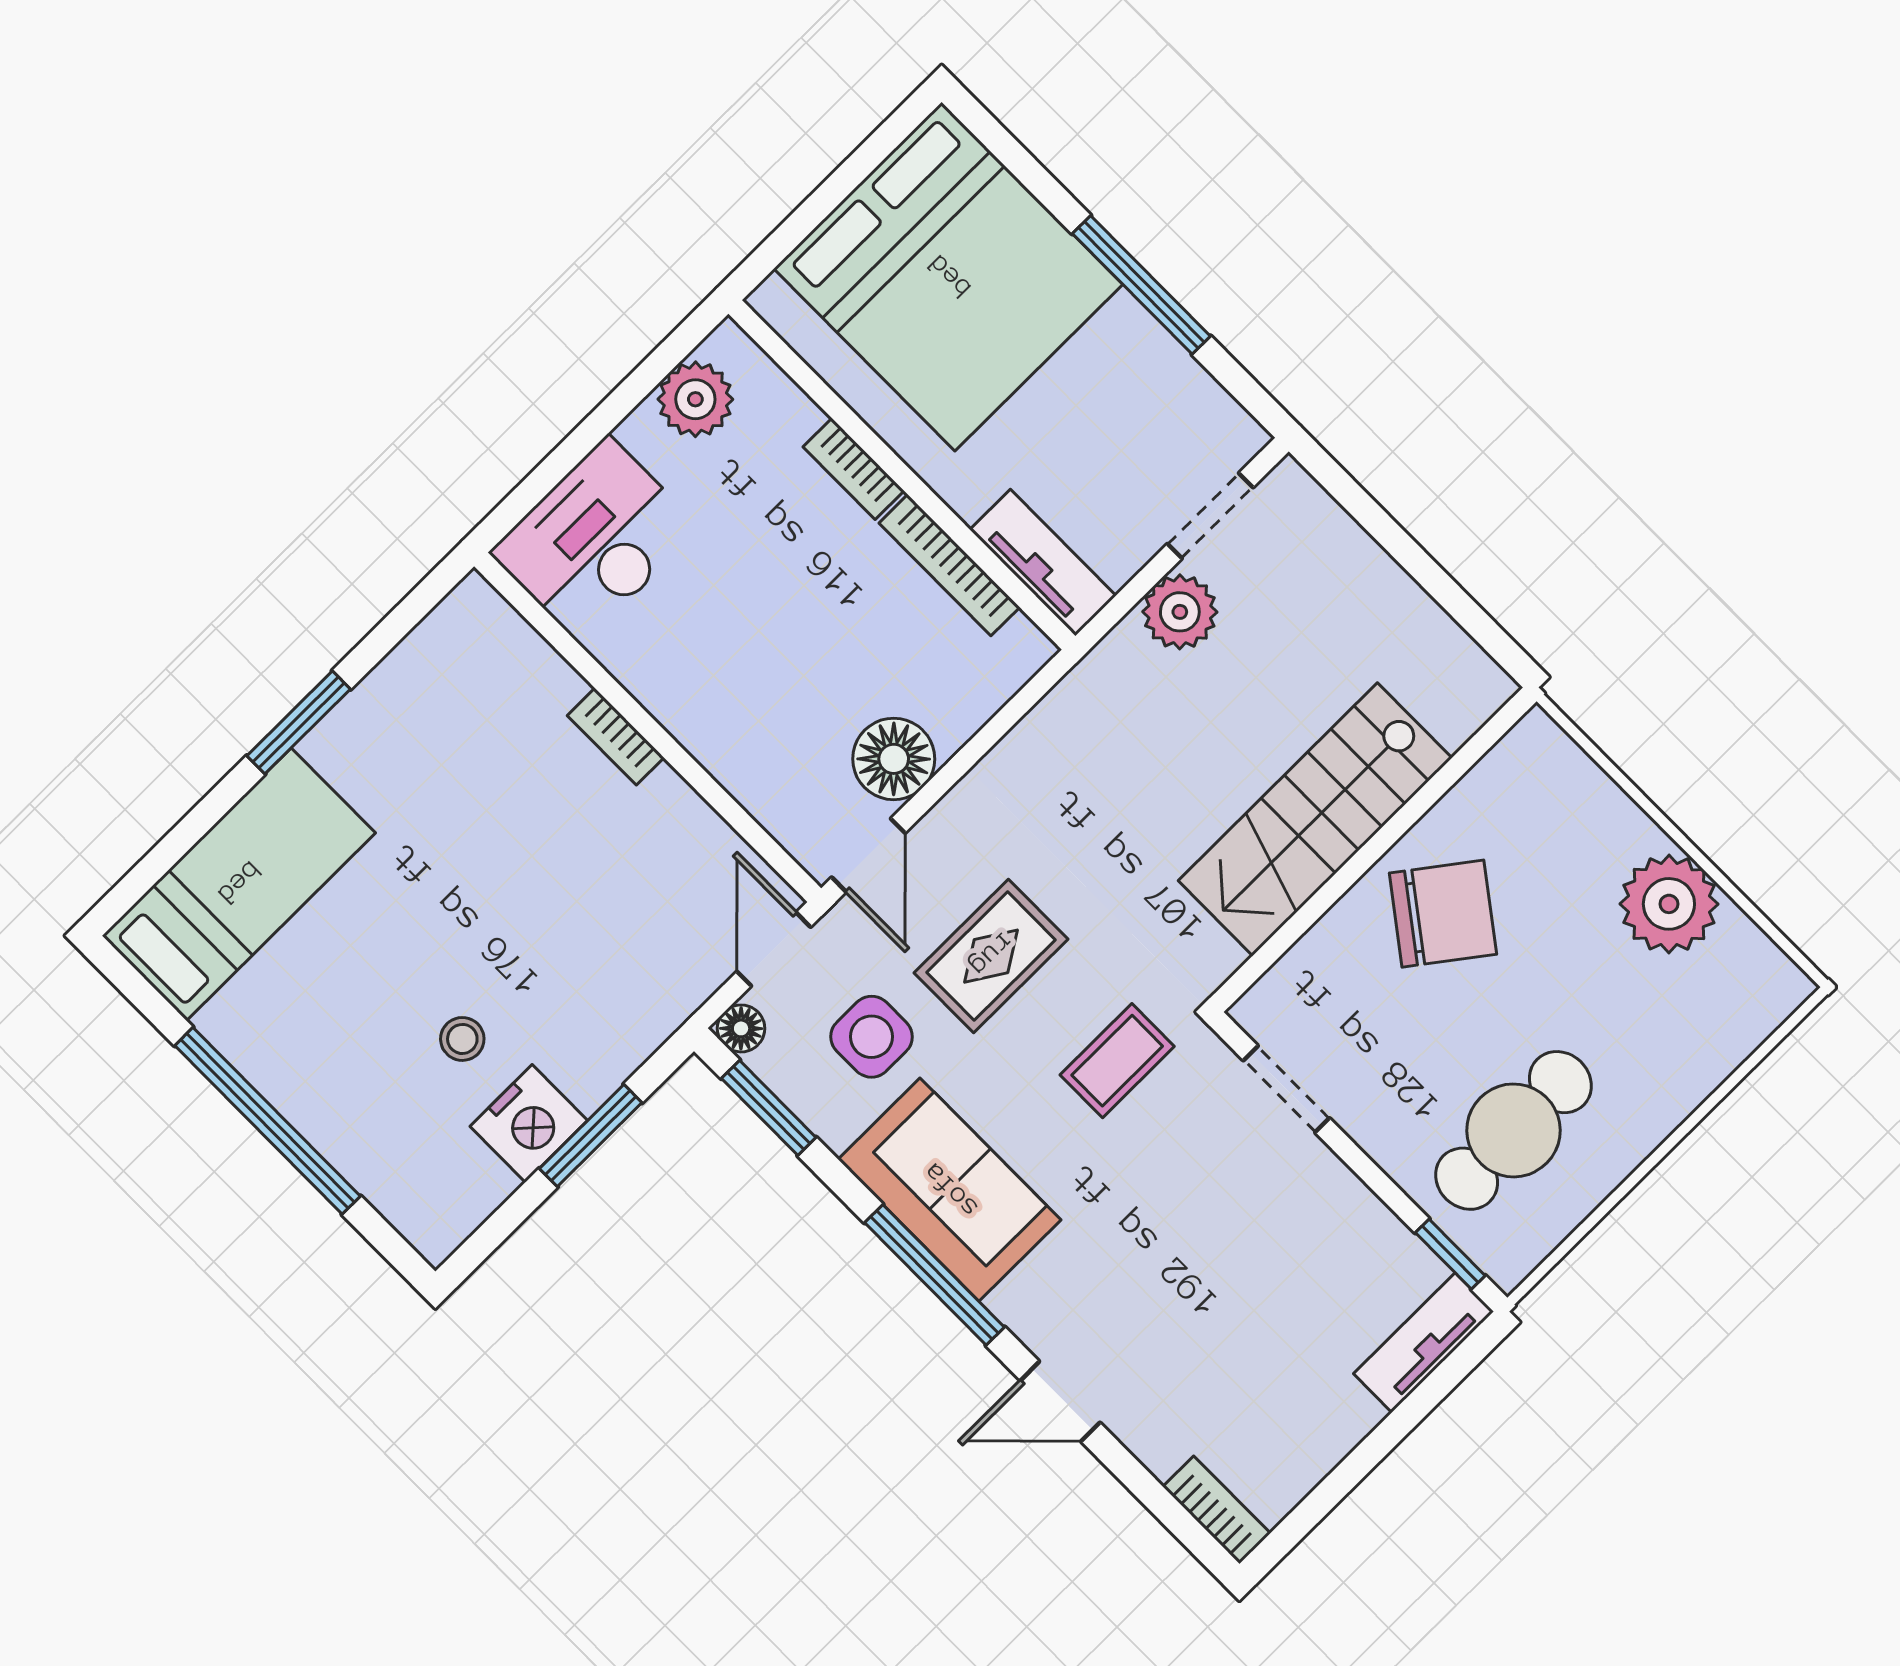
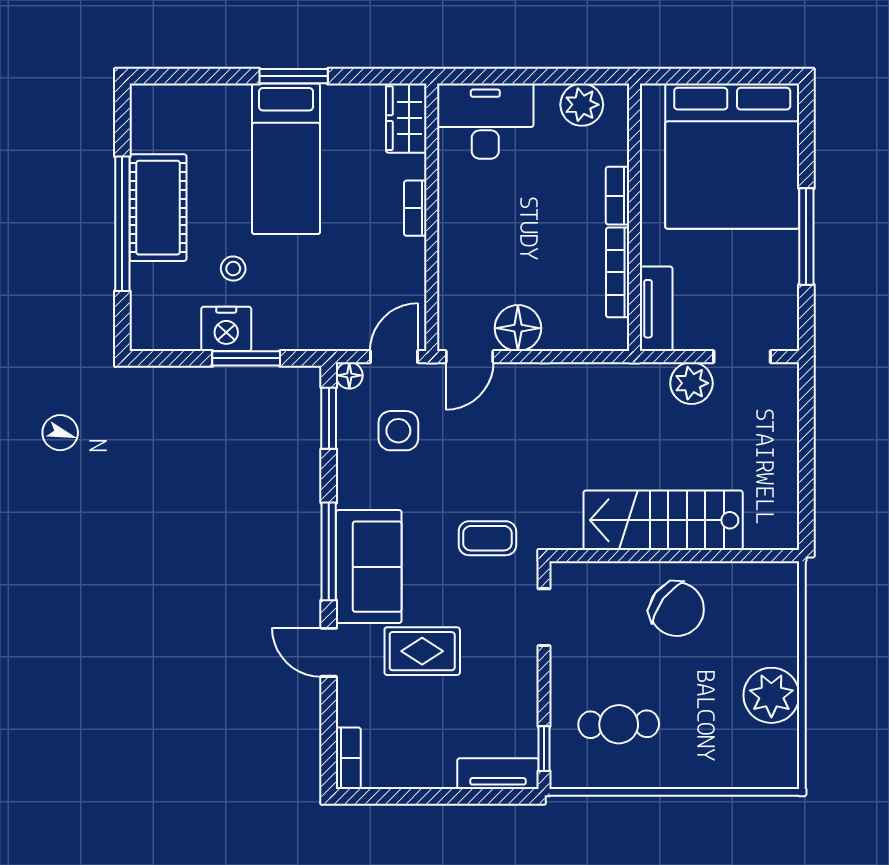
wardrobe: (492, 635) -> (406, 118), added
bed: (239, 884) -> (286, 159), moved, turned 90
rug: (991, 956) -> (422, 651), moved
cot: (292, 1056) -> (158, 208), added
cafe table: (1514, 1130) -> (619, 724), width x0.73, depth x0.74
sofa: (949, 1190) -> (369, 567), moved

